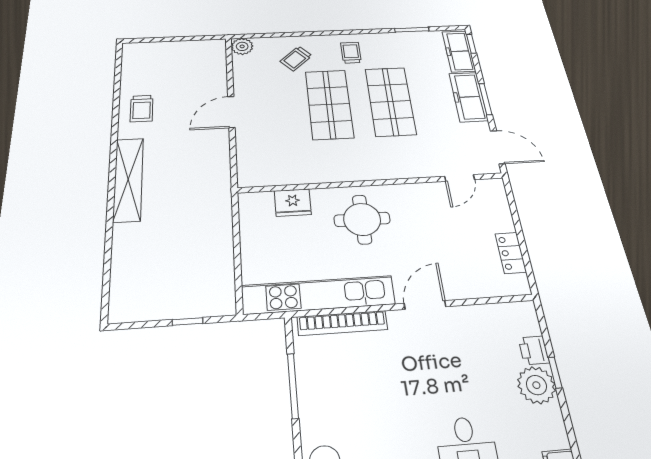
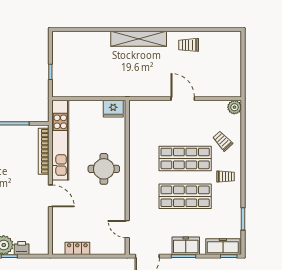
freezer: (468, 97) -> (186, 246), width x0.71
fridge: (293, 203) -> (113, 109), moved, turned -90

